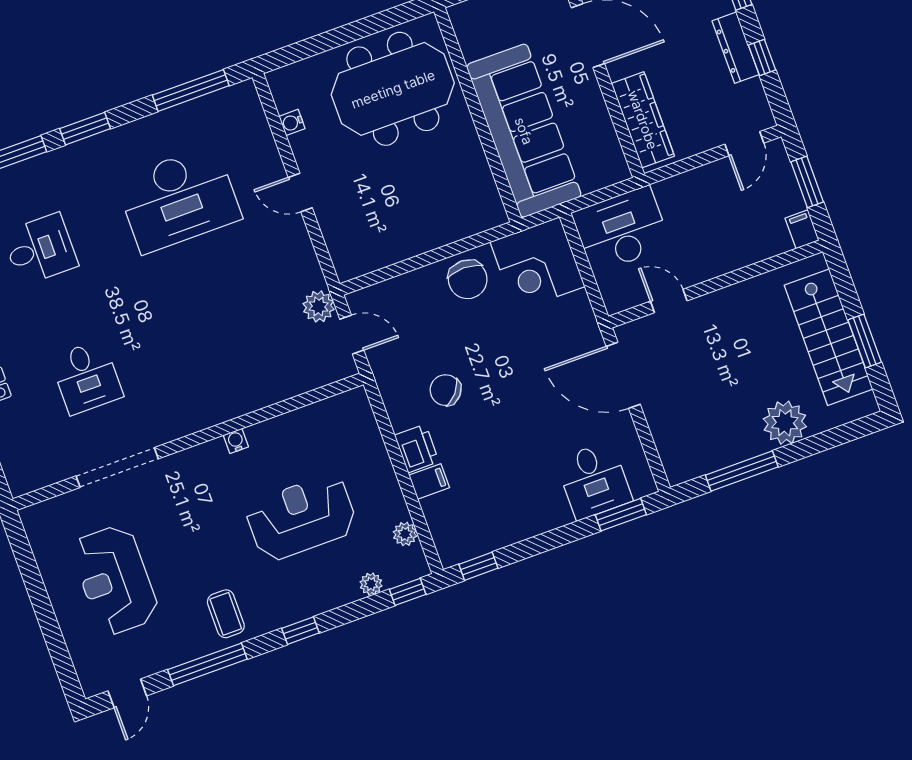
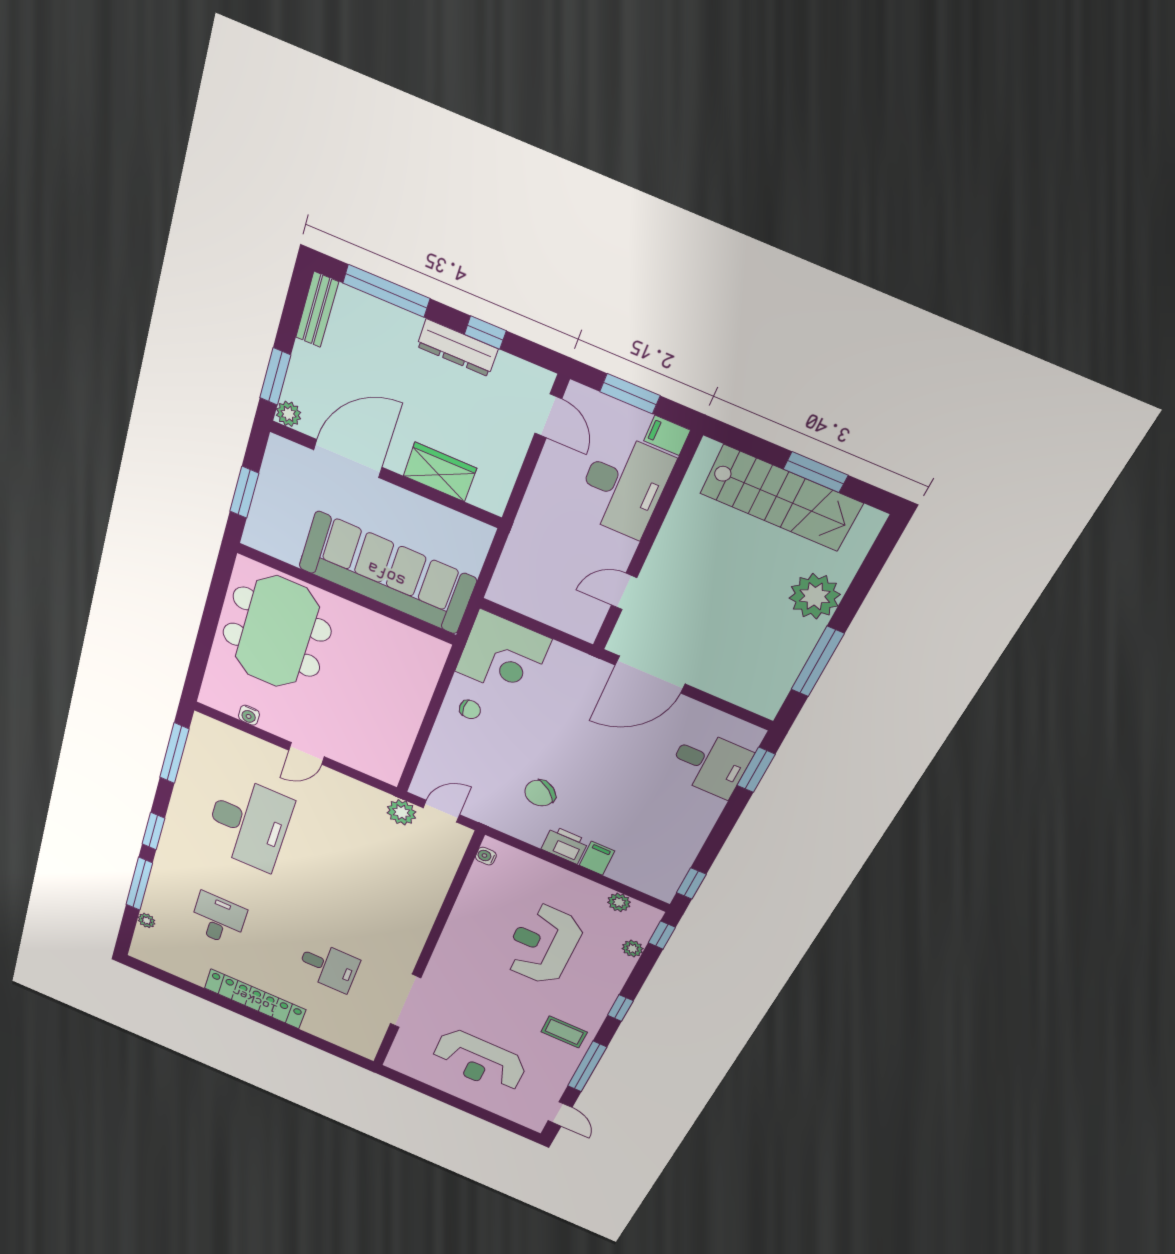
wardrobe: (643, 120) -> (440, 472), width x0.67
desk: (621, 229) -> (624, 486), moved, turned 180
chair: (468, 279) -> (470, 709), width x0.54, depth x0.54
water cooler: (236, 441) -> (486, 856), moved

